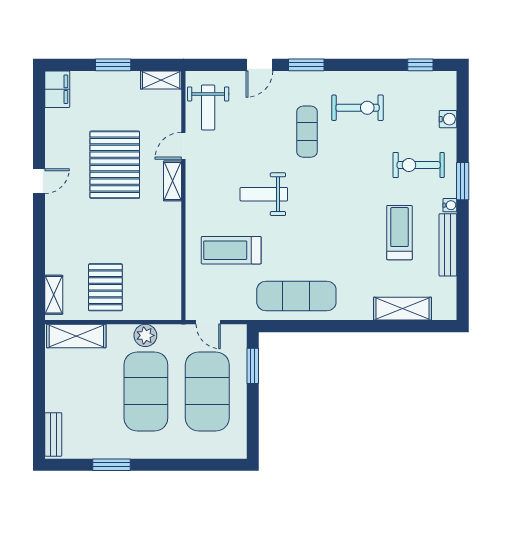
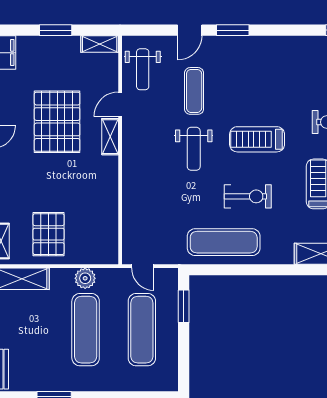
exercise bike: (358, 108) -> (248, 196), moved
exercise mat: (307, 132) -> (194, 91), moved
weight bench: (264, 194) -> (194, 149), turned -90
treadmill: (231, 250) -> (257, 139), moved
exercise mat: (146, 391) -> (86, 330), width x0.68
exercise mat: (207, 391) -> (142, 330), width x0.68

